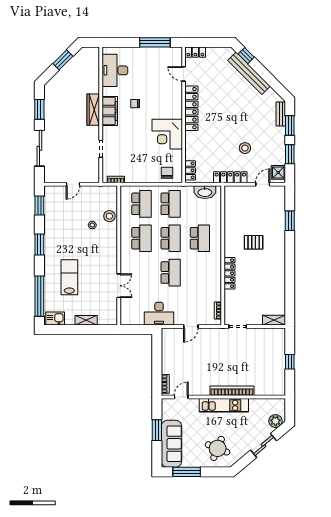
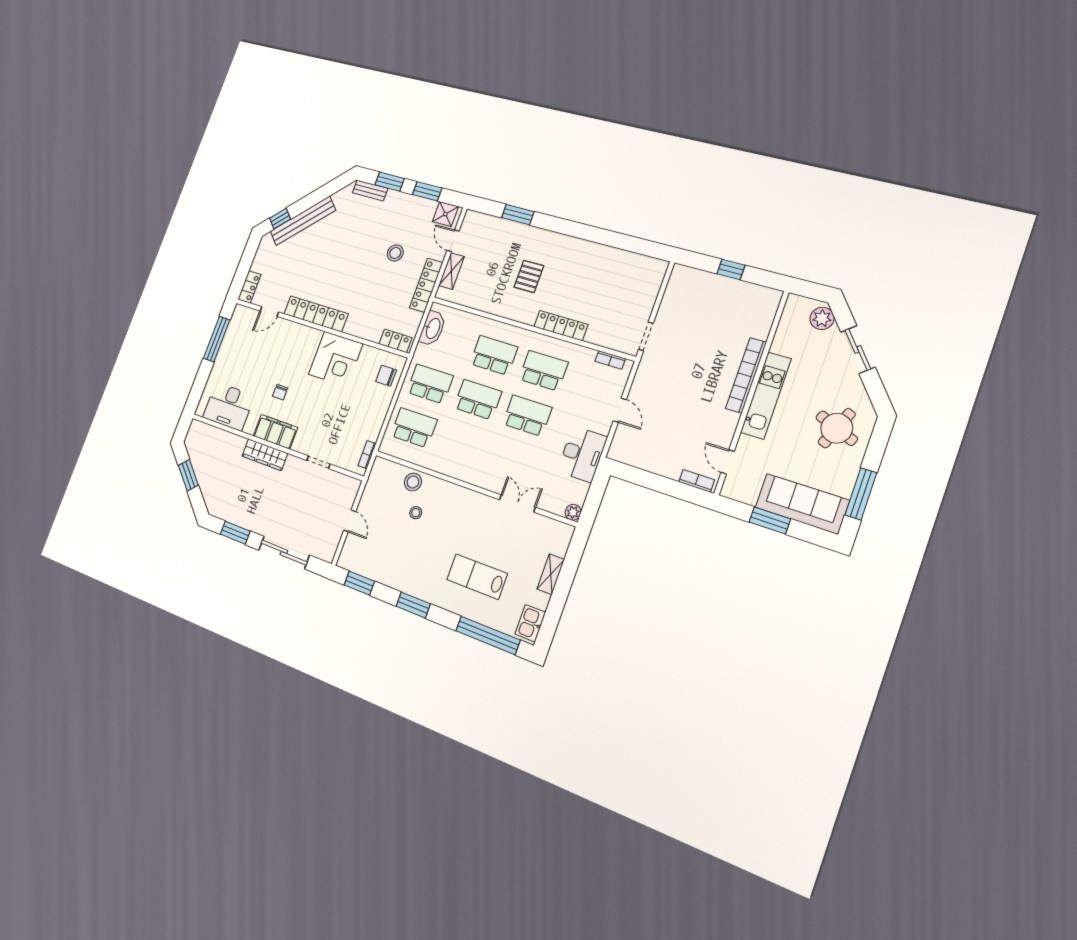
school desk: (141, 238) -> (543, 371), moved
plant: (125, 320) -> (573, 512), added
shelving: (274, 320) -> (451, 271), moved

